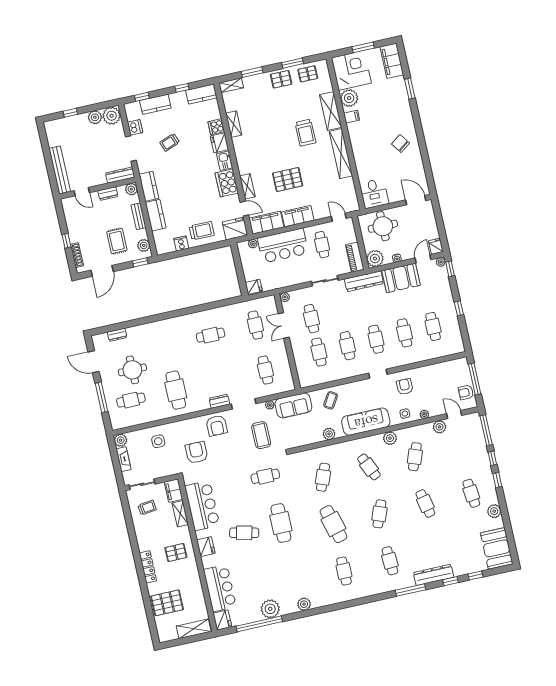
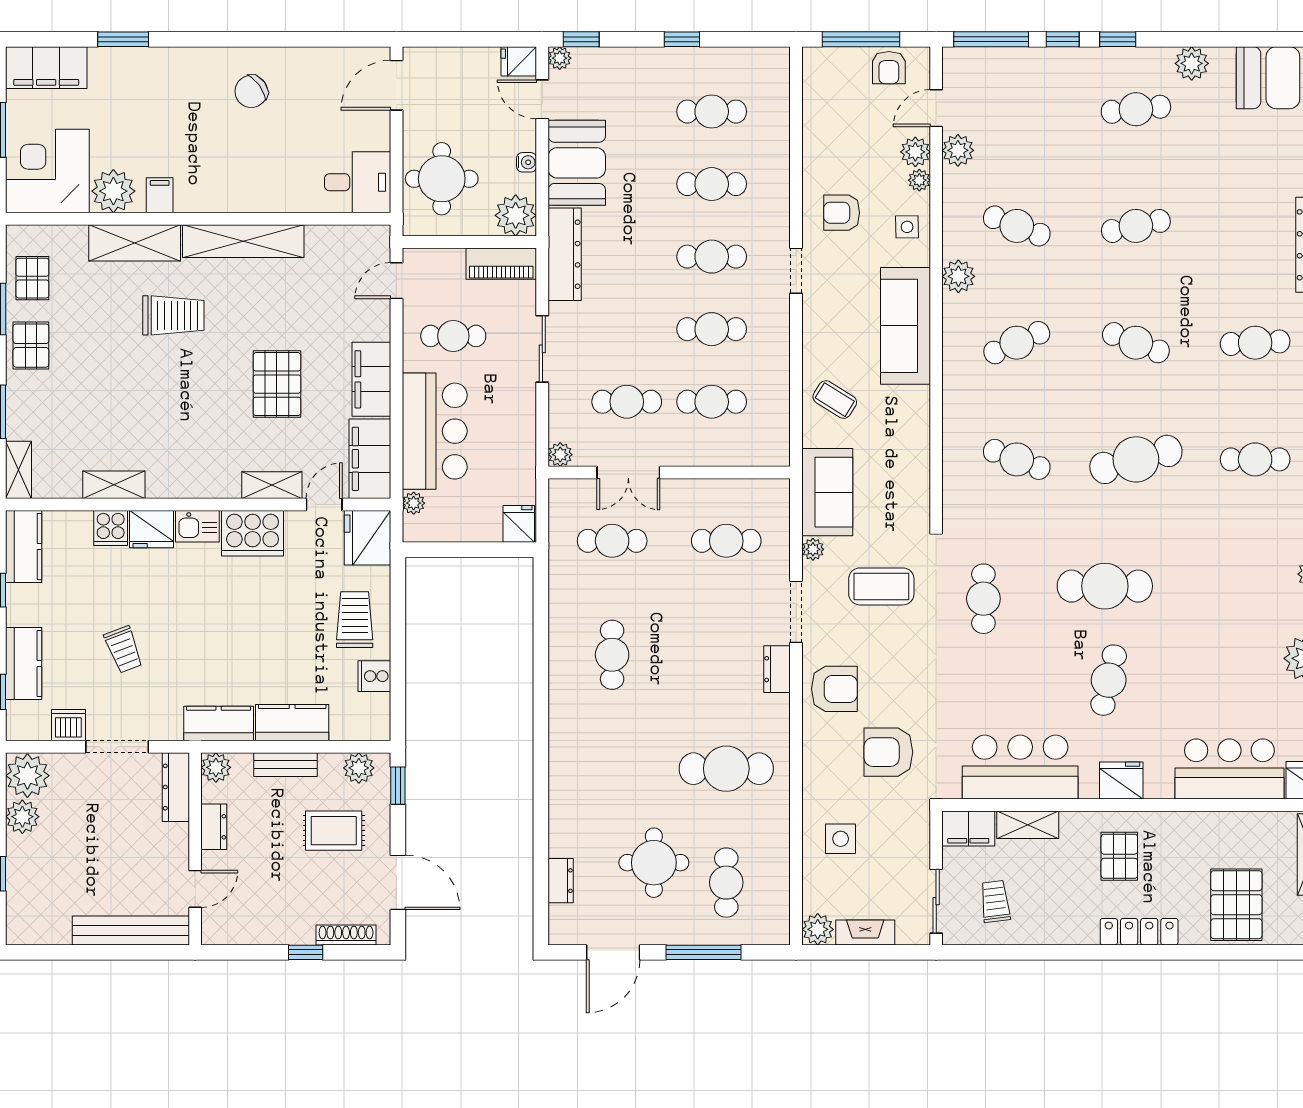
plant: (329, 434) -> (915, 152), moved

